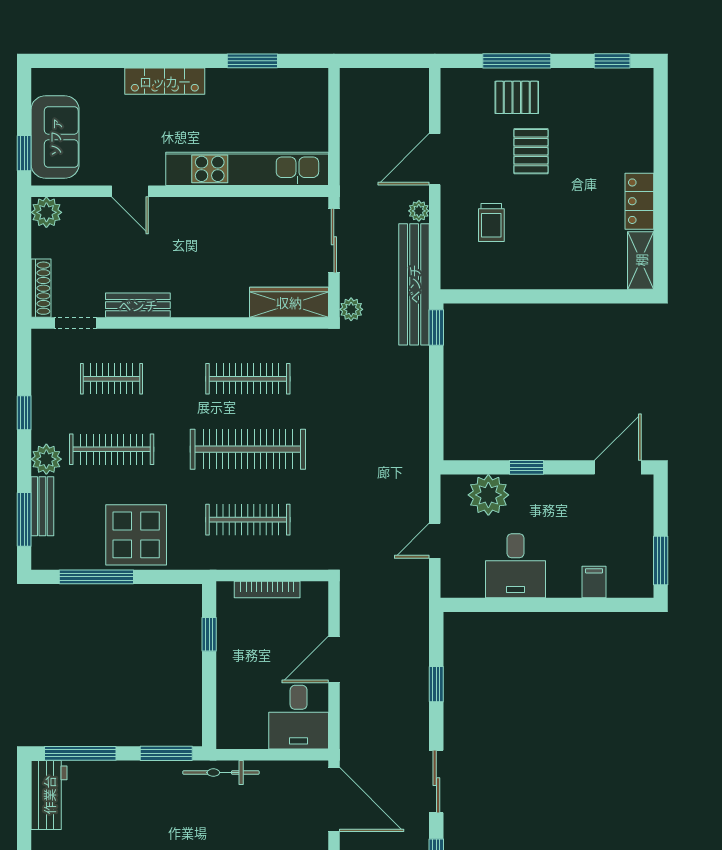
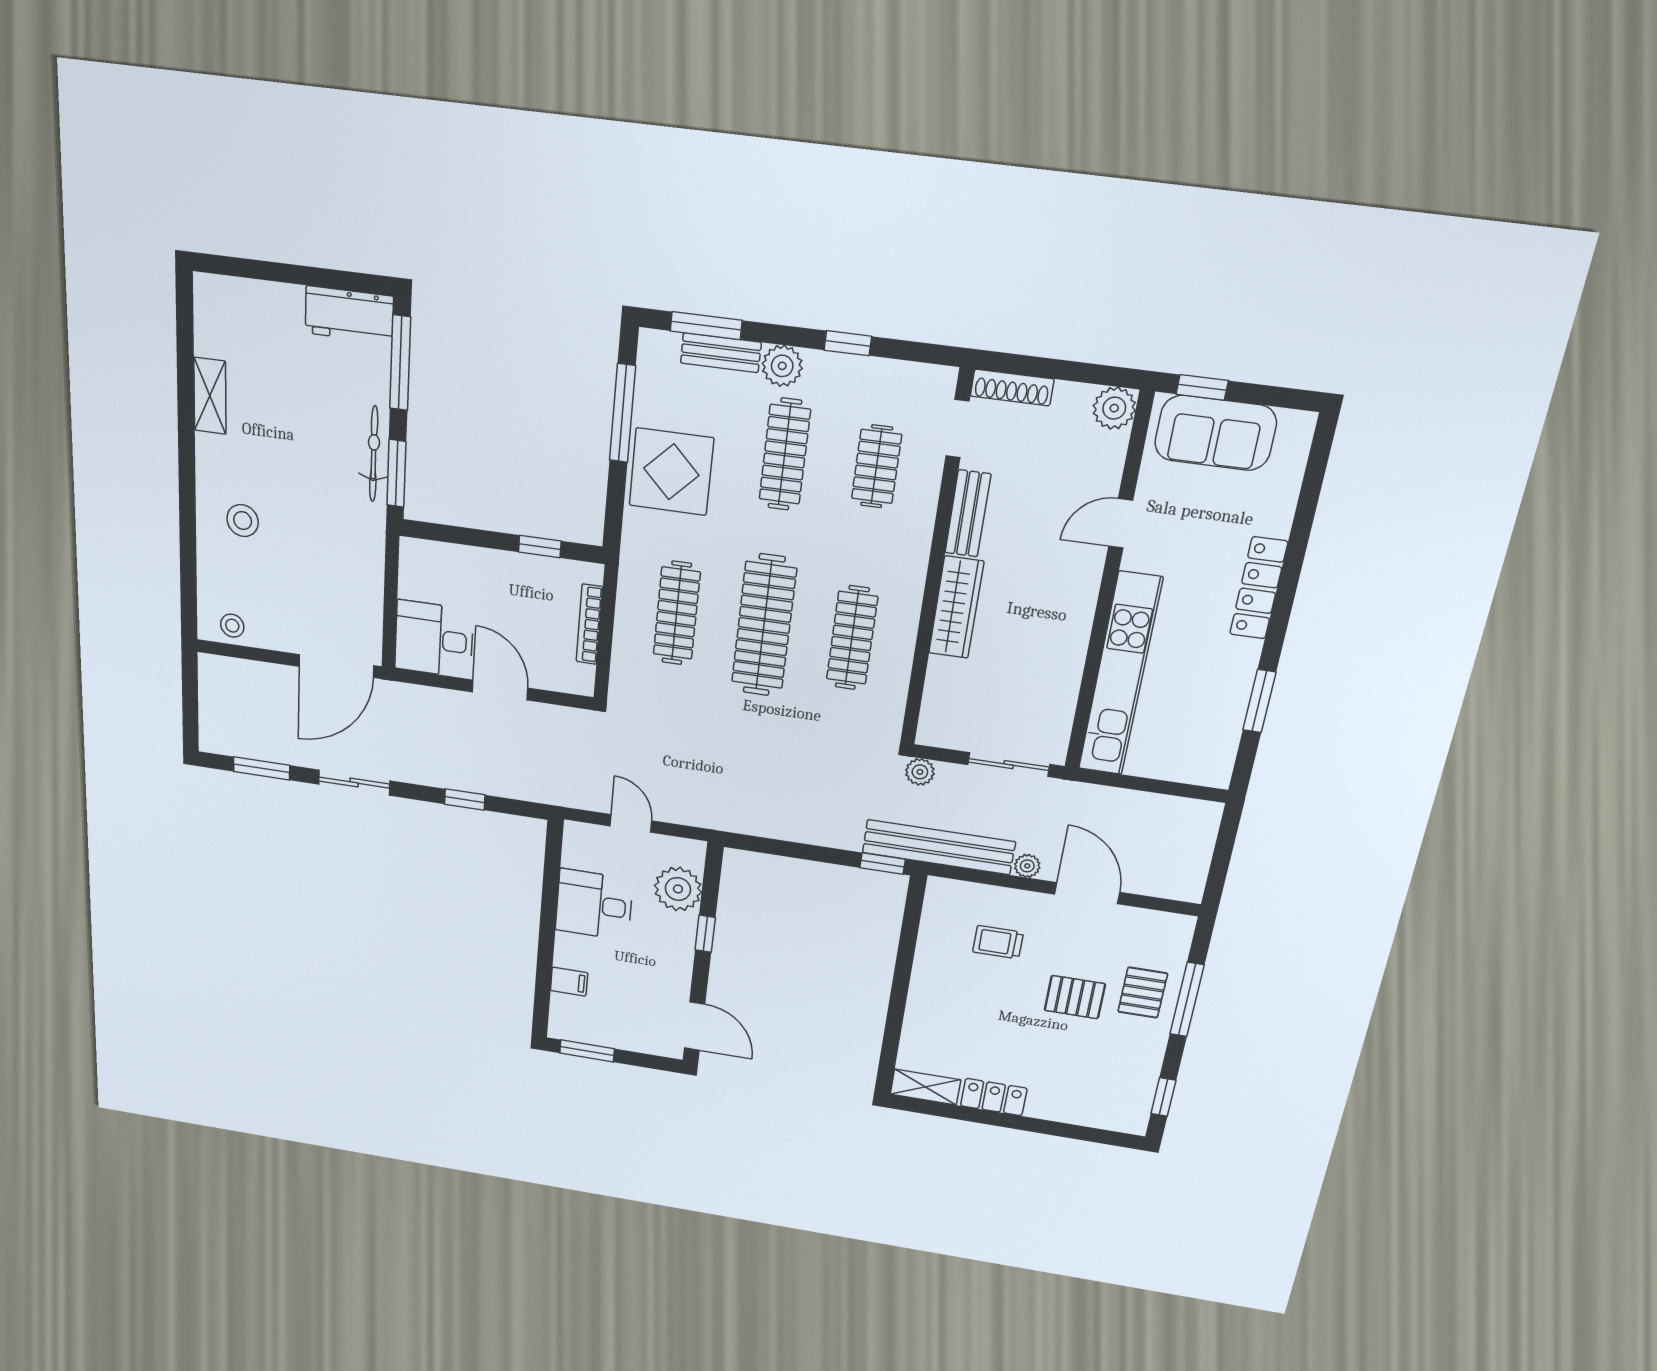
wardrobe: (289, 302) -> (956, 607), moved
bicycle: (221, 773) -> (374, 454), moved

